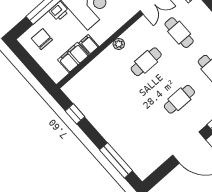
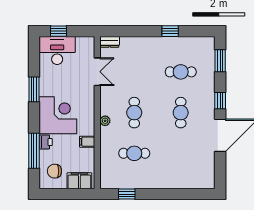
cafe table: (179, 33) -> (134, 153), moved
filing cabinet: (73, 58) -> (79, 181), moved, turned 90
window: (116, 160) -> (184, 194), removed

